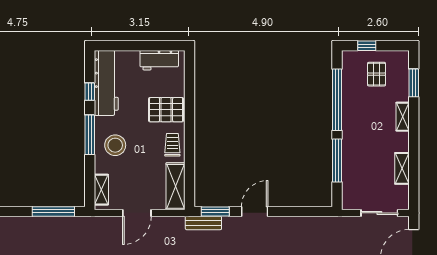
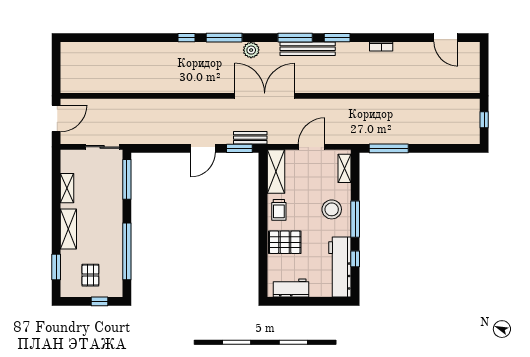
shelving: (403, 117) -> (68, 229), width x1.50, depth x1.33
window: (337, 160) -> (127, 179), moved
sliding door: (379, 213) -> (102, 147), moved

